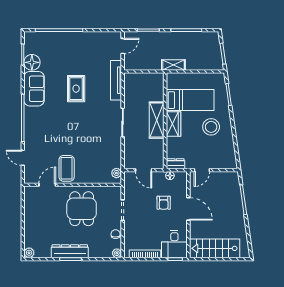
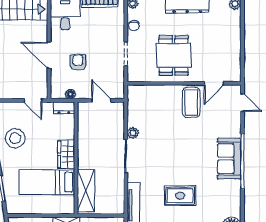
sofa: (34, 89) -> (229, 159), moved
rug: (76, 89) -> (180, 196), turned 90
shelving: (157, 120) -> (86, 191), moved
stool: (211, 127) -> (15, 138), moved
door: (23, 158) -> (242, 103), moved
door: (202, 170) -> (33, 100), swing flipped
plant: (116, 173) -> (133, 133), moved

